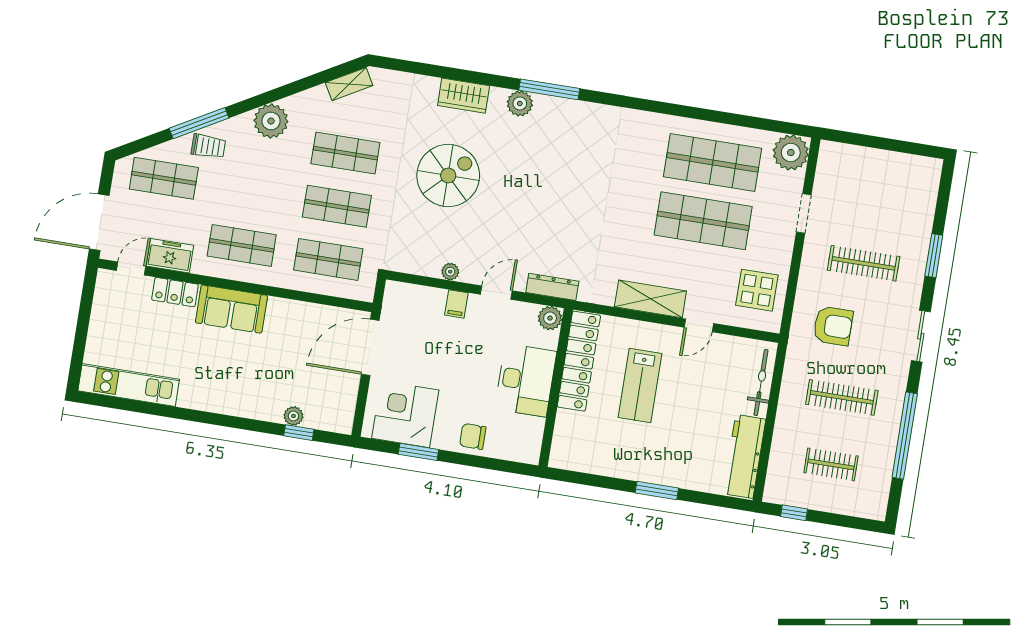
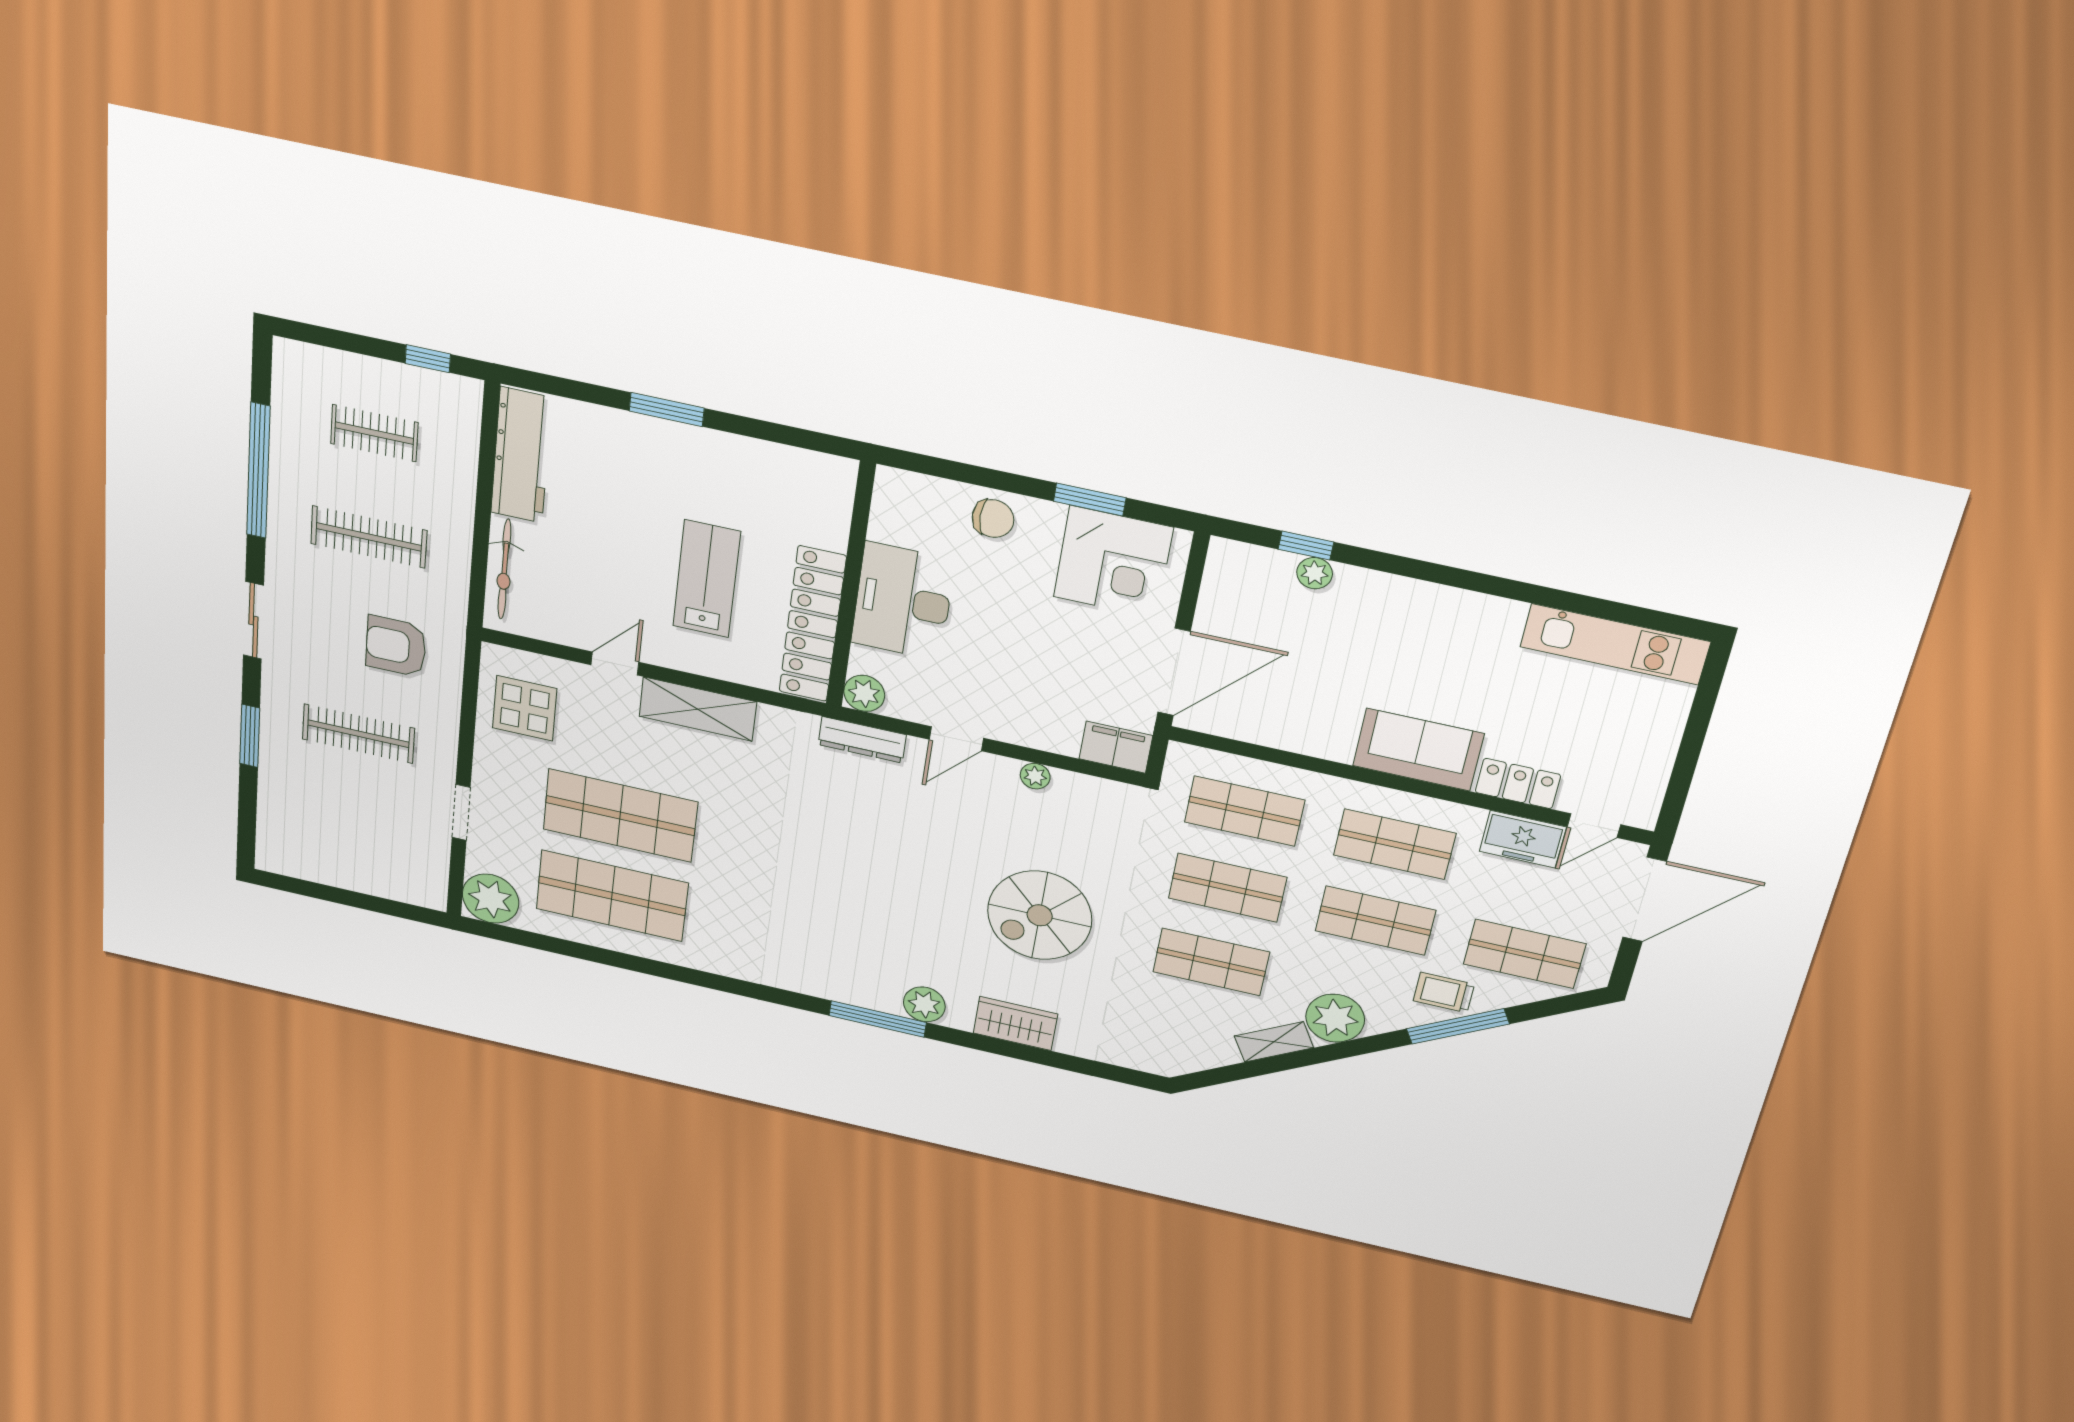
shelving: (349, 84) -> (1274, 1042), moved
shop shelf: (250, 192) -> (1375, 921), added
filing cabinet: (456, 304) -> (1116, 747), moved, width x2.00

